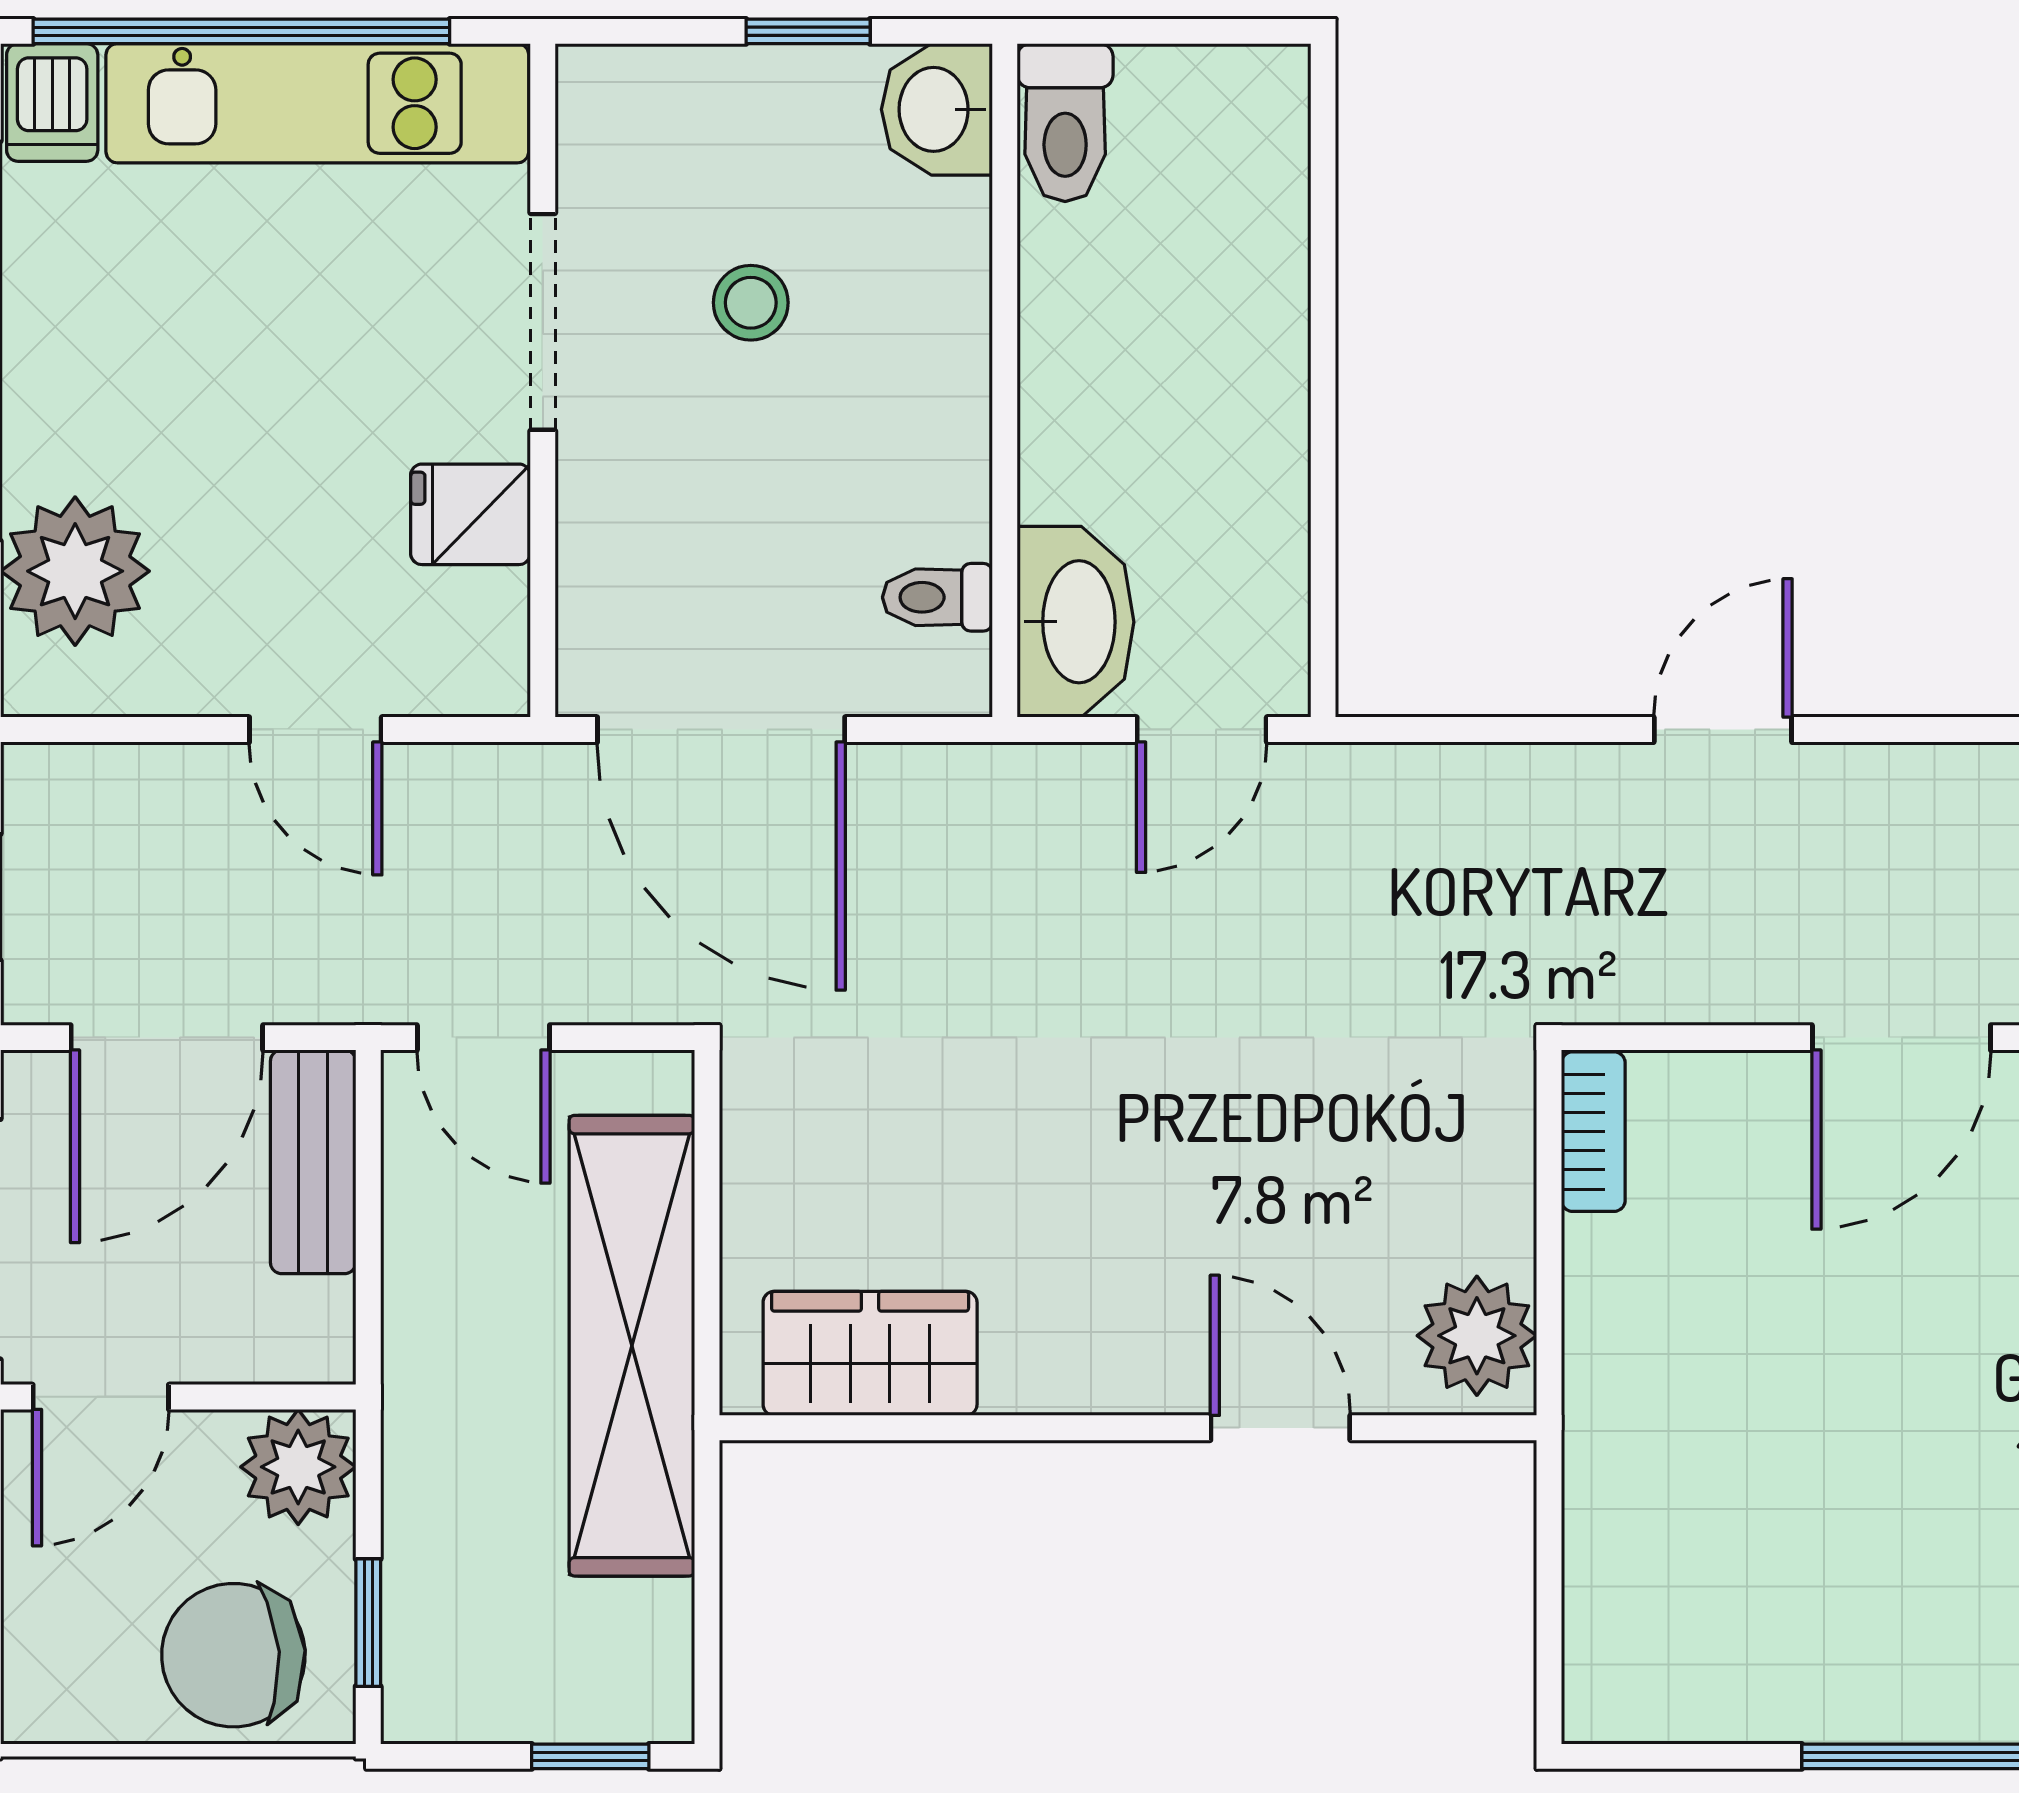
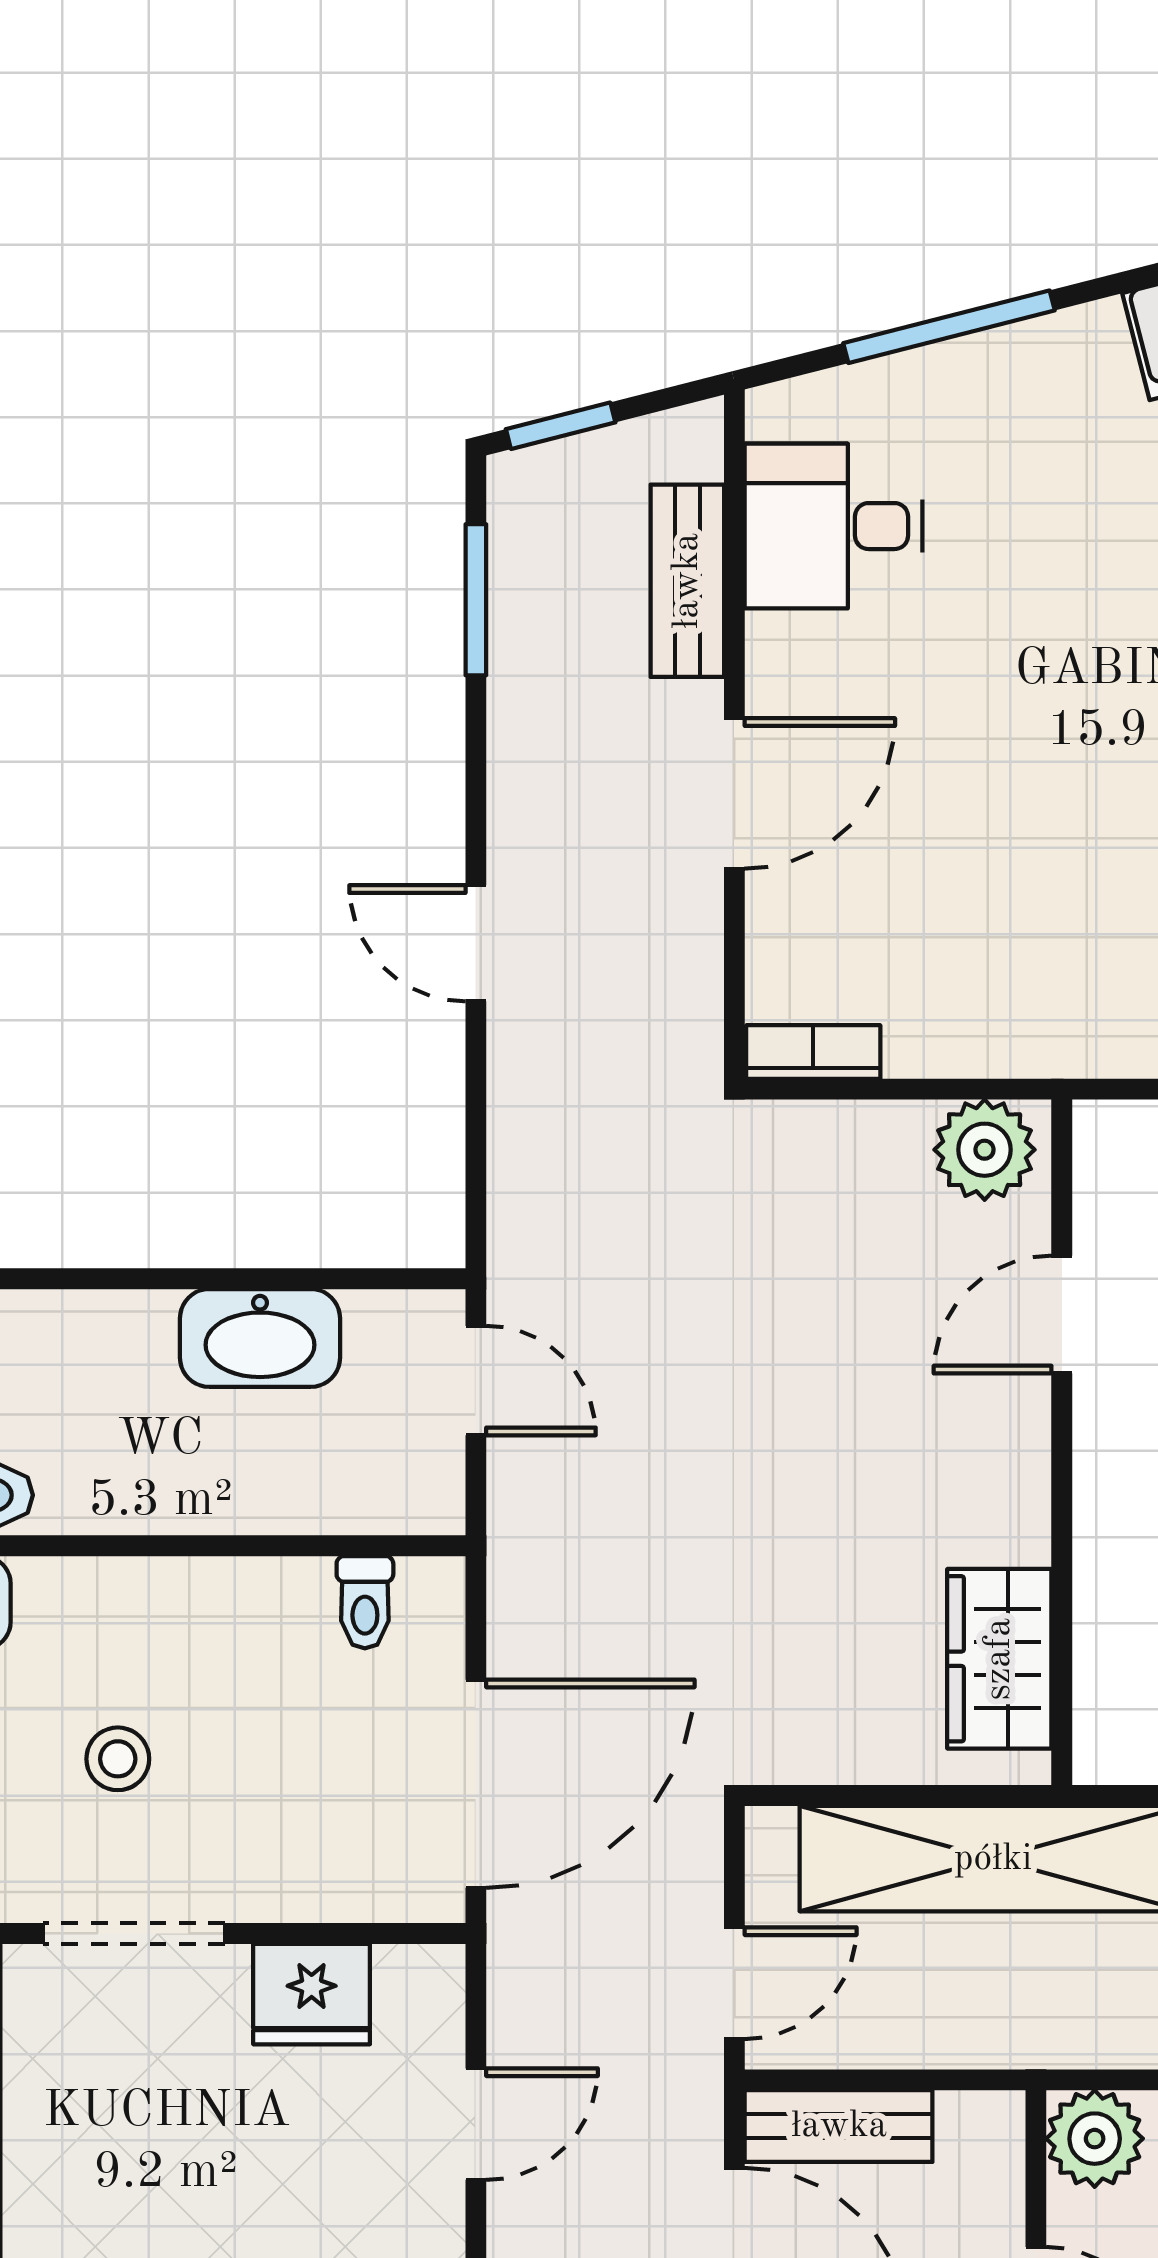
fridge: (471, 514) -> (312, 1994), width x1.38
washbasin: (1075, 622) -> (260, 1338), moved, turned 180
door: (1901, 1038) -> (734, 793), hinge flipped

